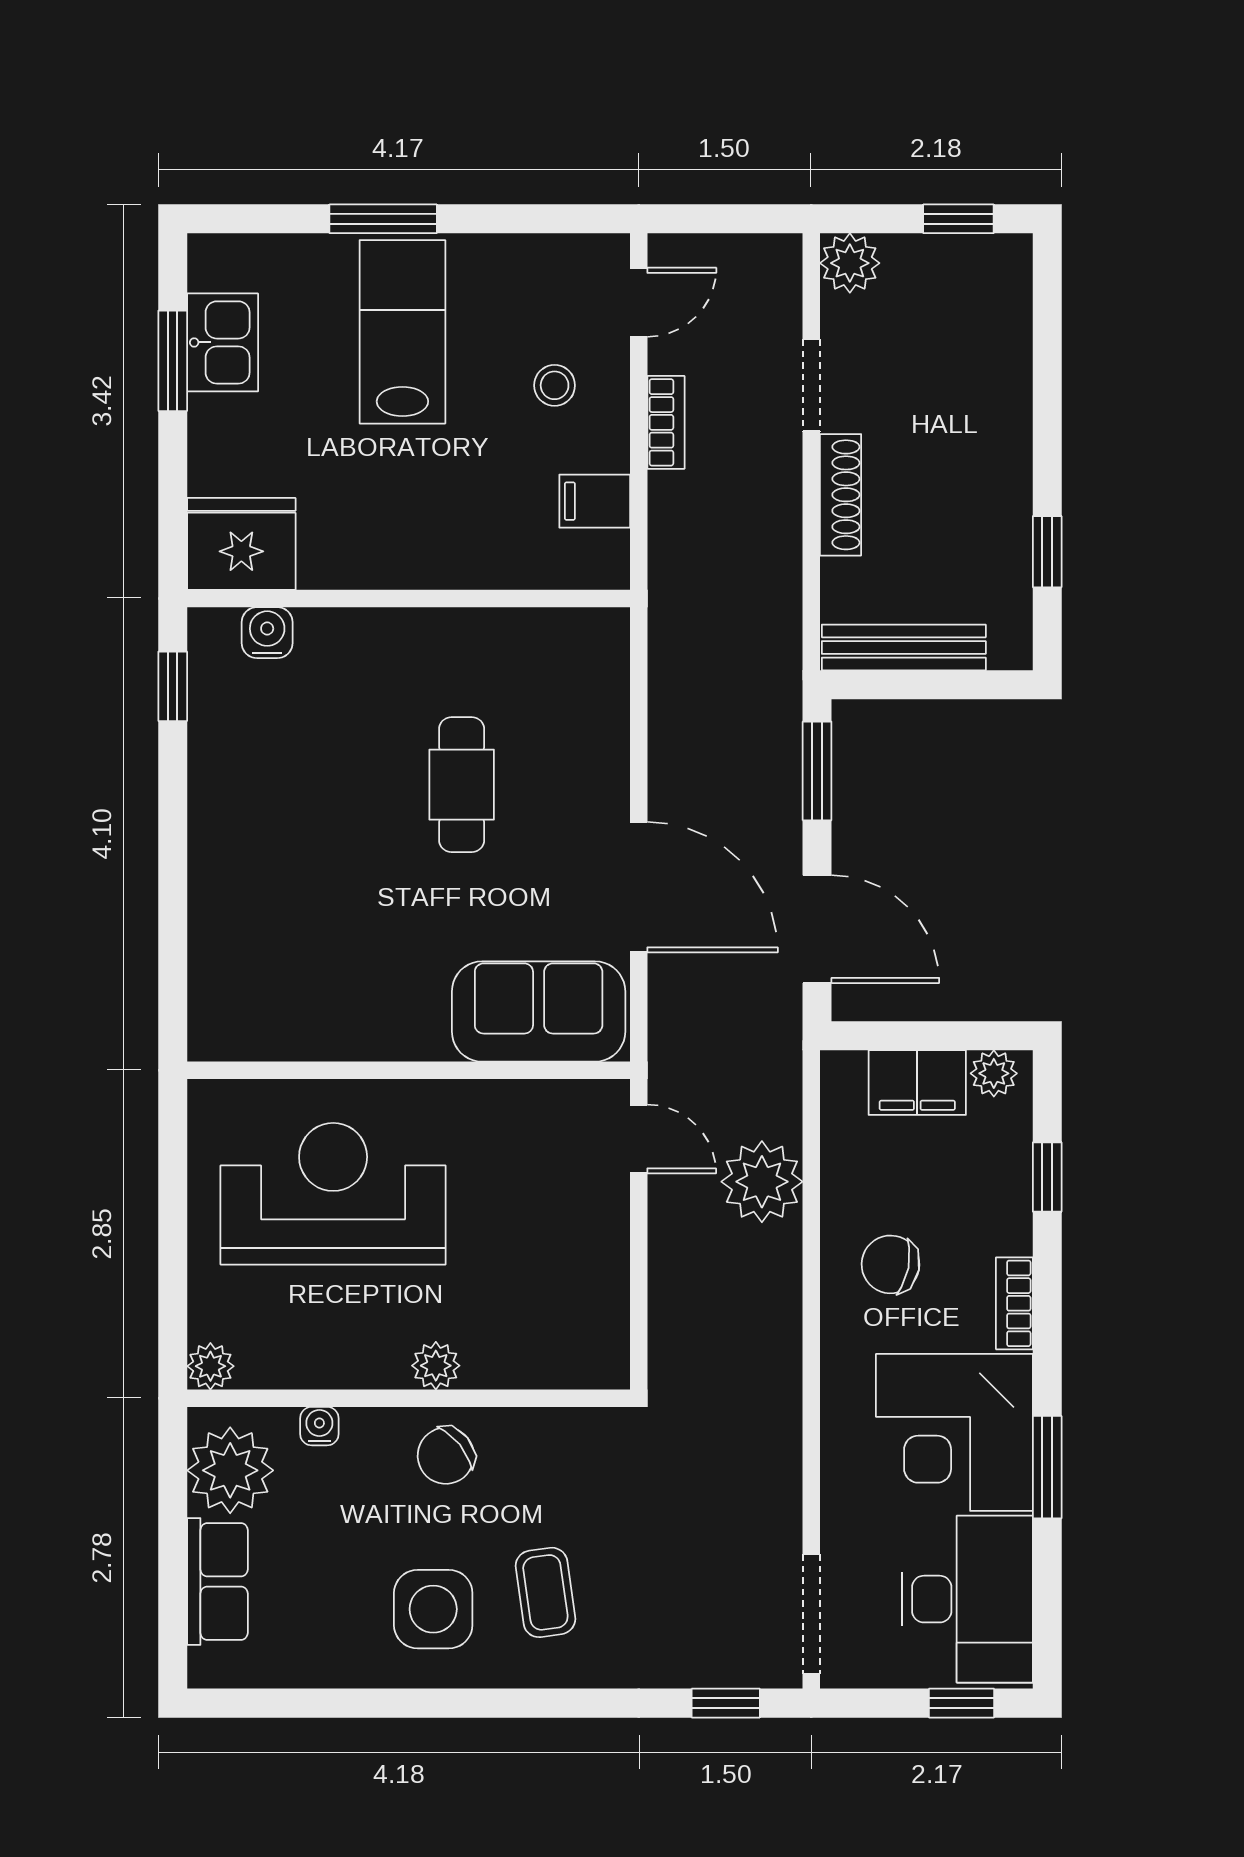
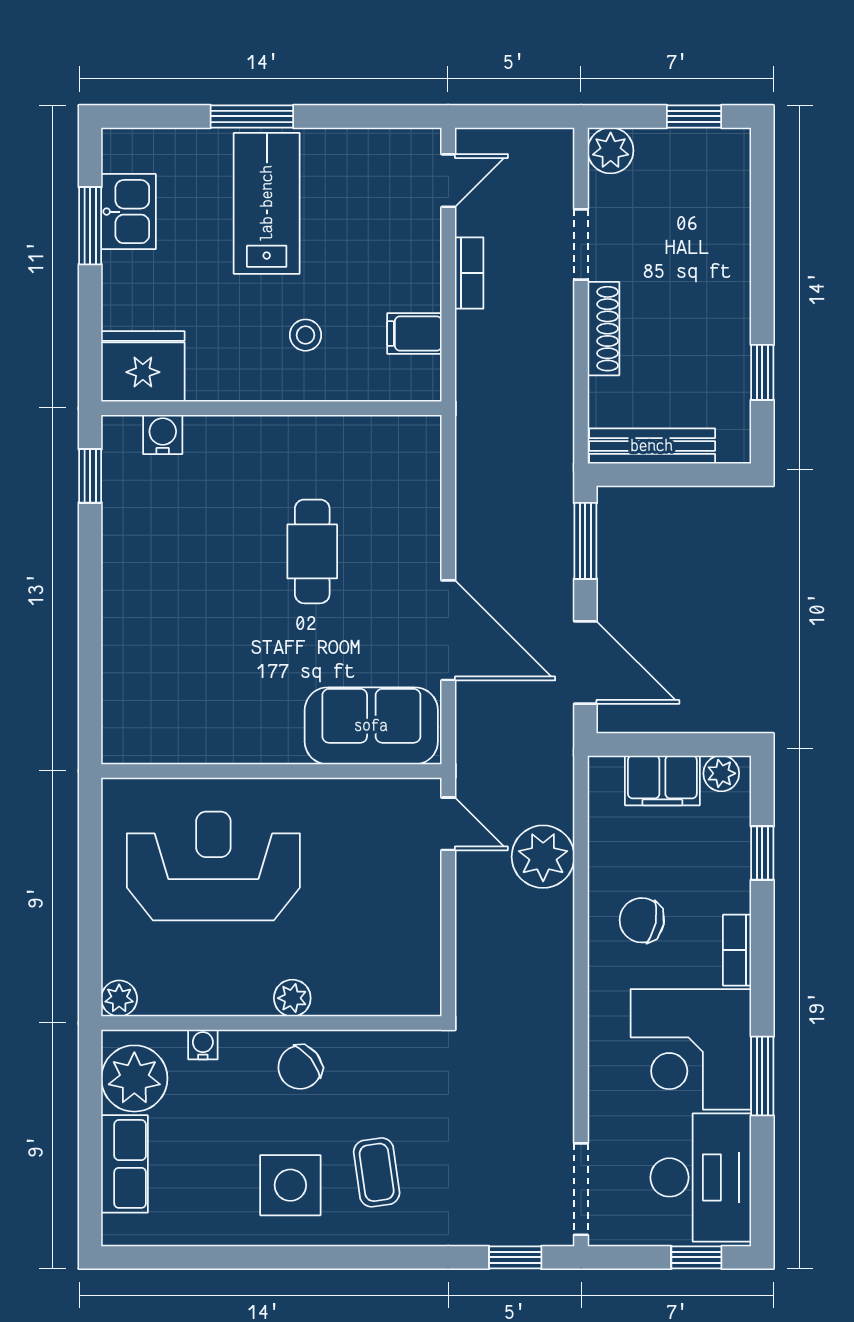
stool: (555, 385) -> (305, 335), moved

